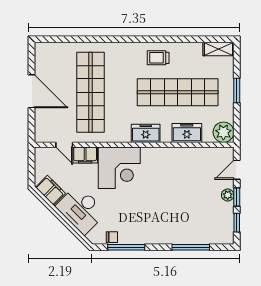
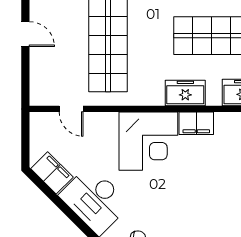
door: (32, 91) -> (25, 34), width x0.53
filing cabinet: (85, 155) -> (196, 123), moved

